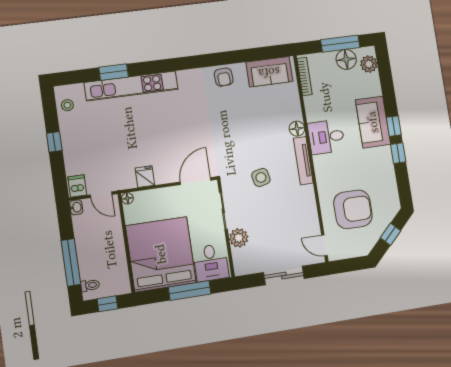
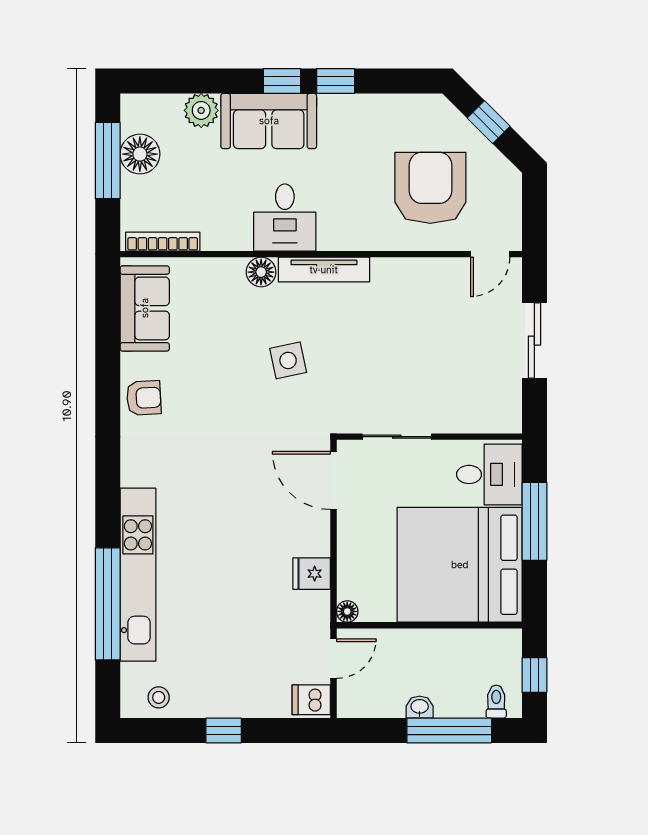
plant: (369, 64) -> (201, 110), moved
window: (114, 72) -> (108, 604), width x2.11
side table: (261, 177) -> (288, 360), moved
washbasin: (76, 207) -> (420, 707), moved
plant: (239, 238) -> (451, 415), removed

